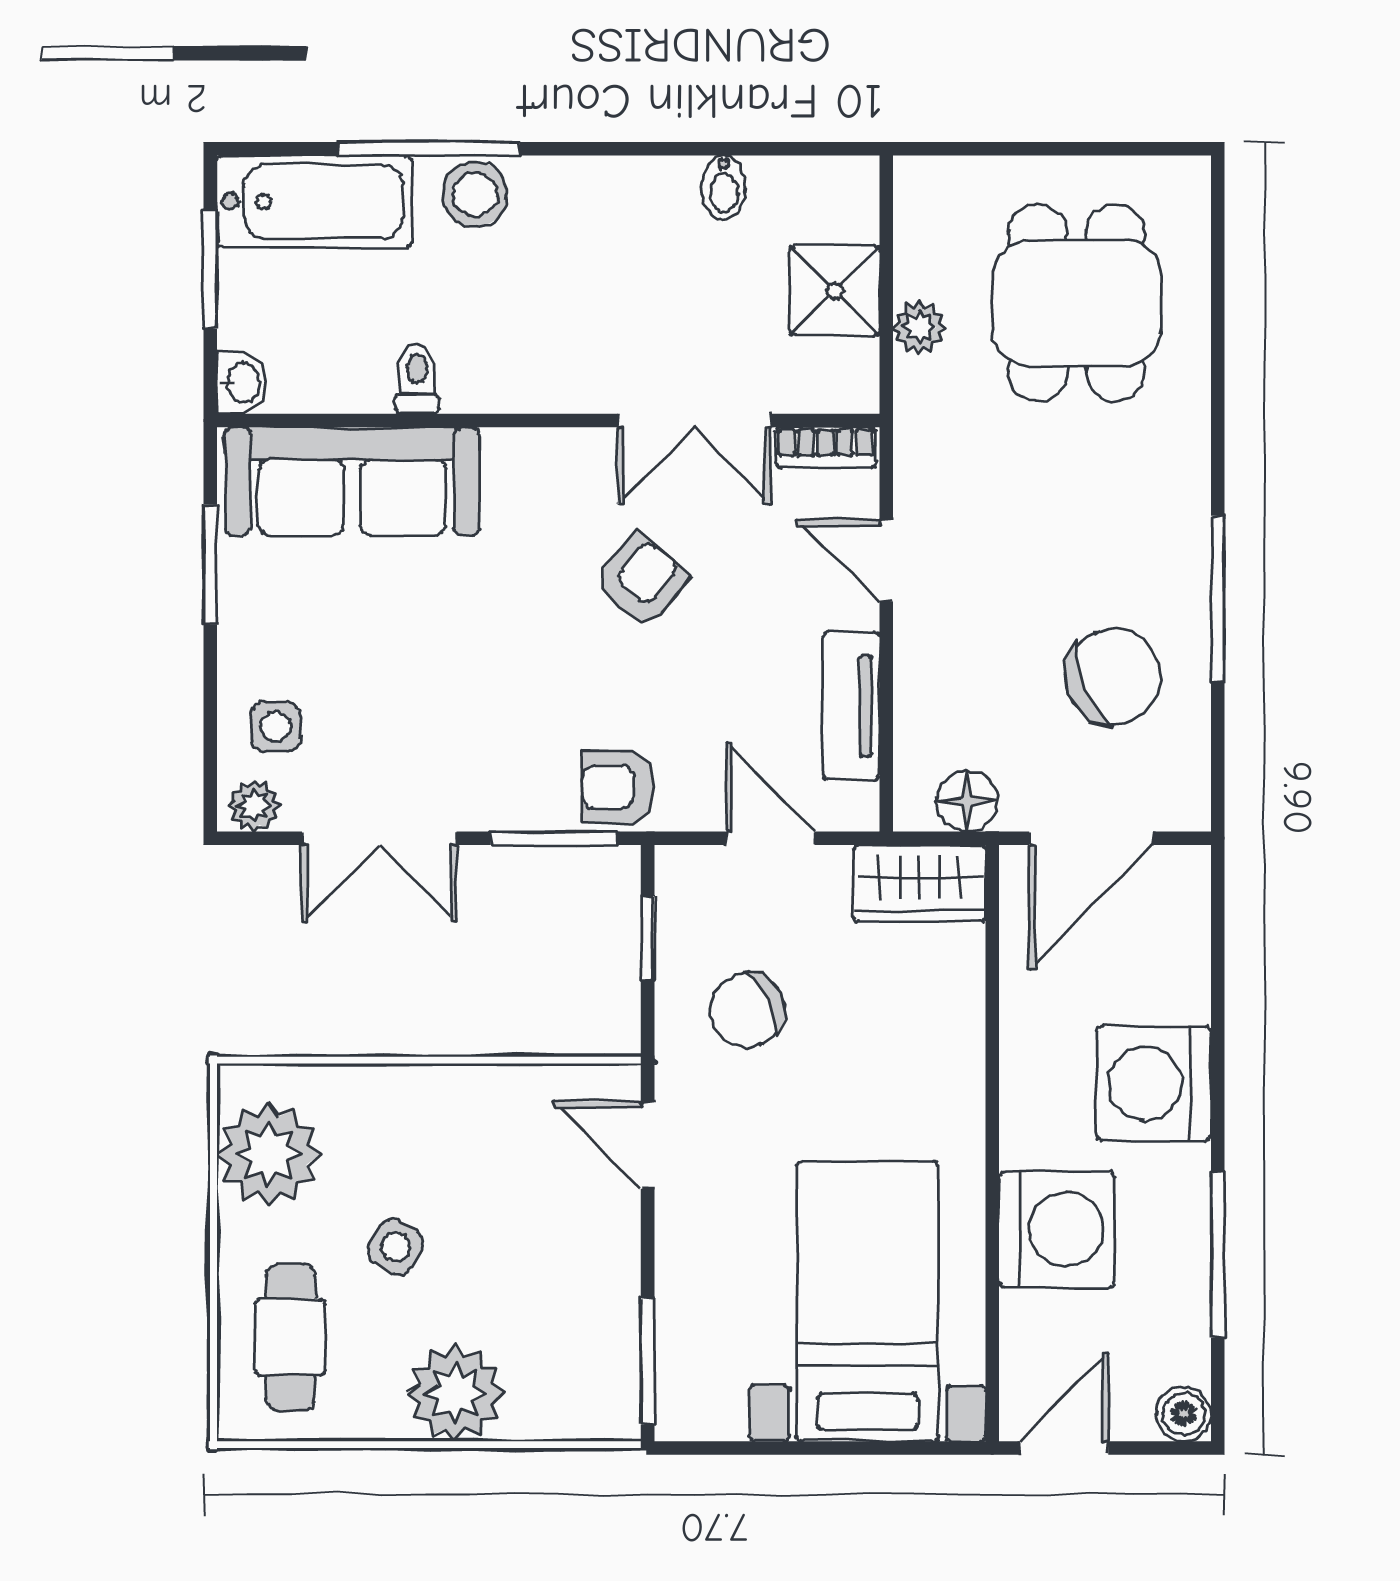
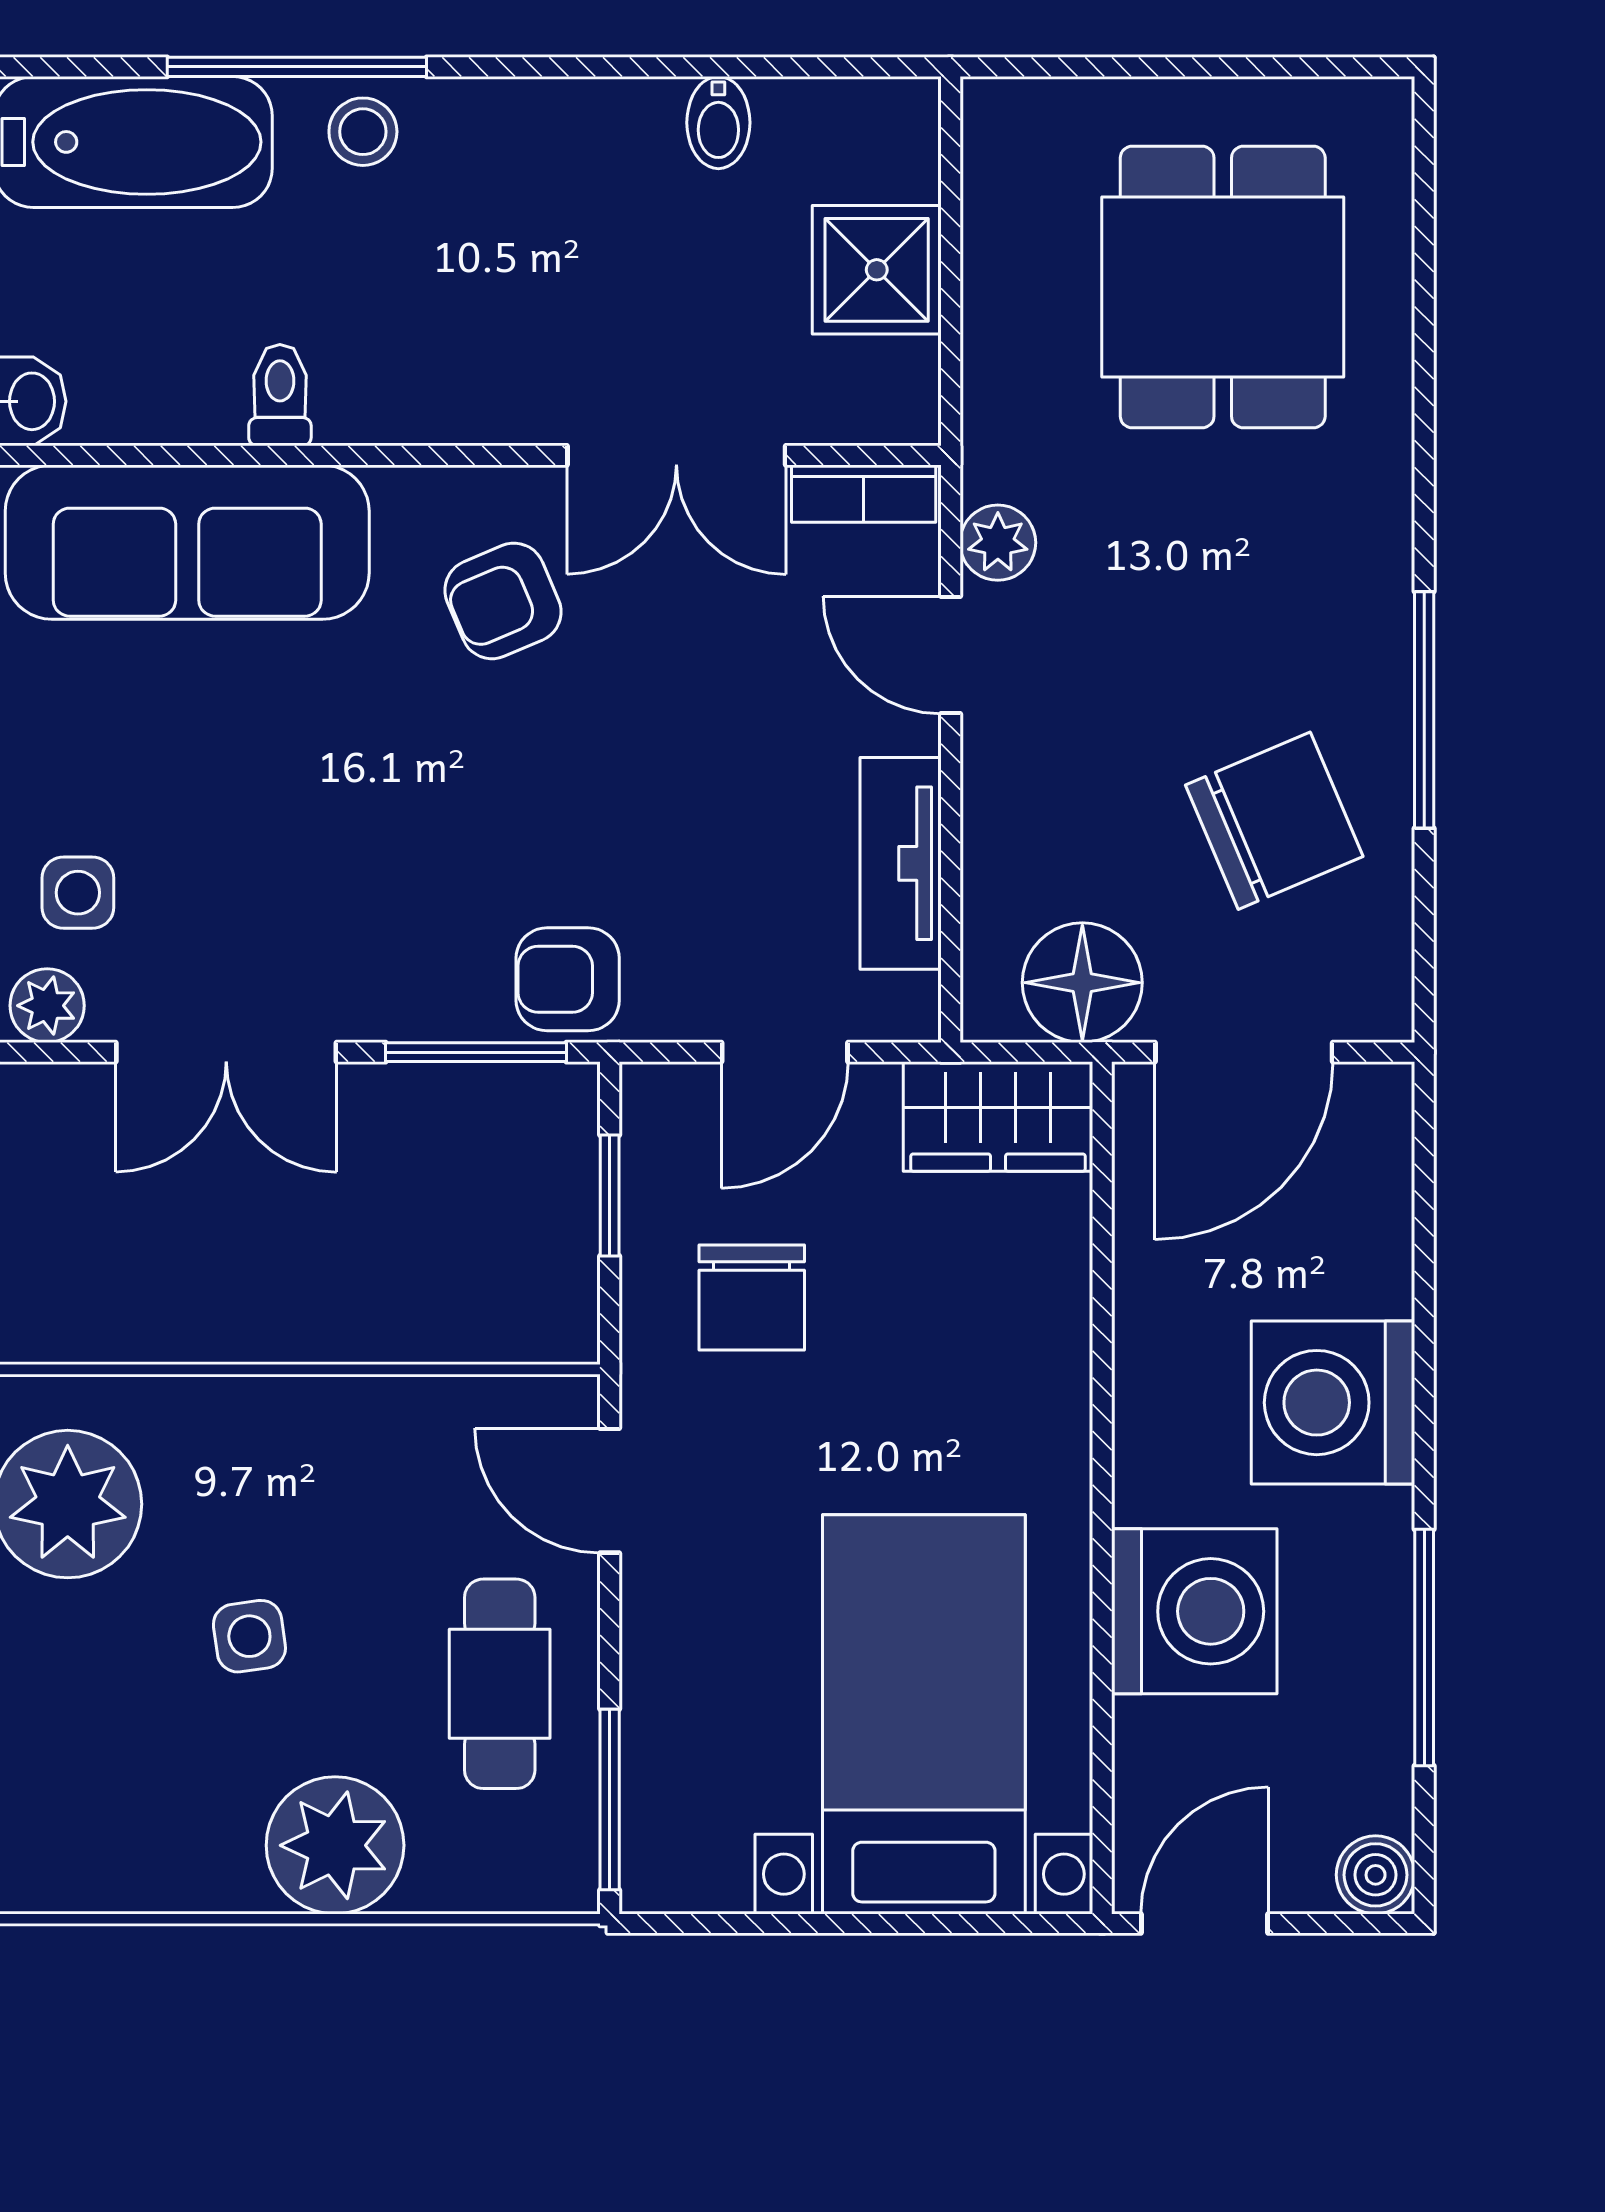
stool: (475, 194) -> (363, 132), width x0.73, depth x0.73
plant: (919, 328) -> (998, 543), moved
armchair: (641, 580) -> (503, 601), moved, turned -153
floor lamp: (967, 801) -> (1082, 983), width x1.38, depth x1.38
door: (770, 838) -> (785, 1052), swing flipped
chair: (747, 1010) -> (752, 1298), turned -63
side table: (396, 1247) -> (249, 1636), turned -38
cafe table: (290, 1337) -> (500, 1684), moved

